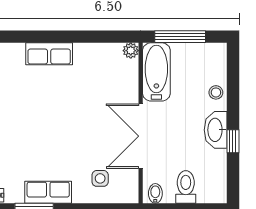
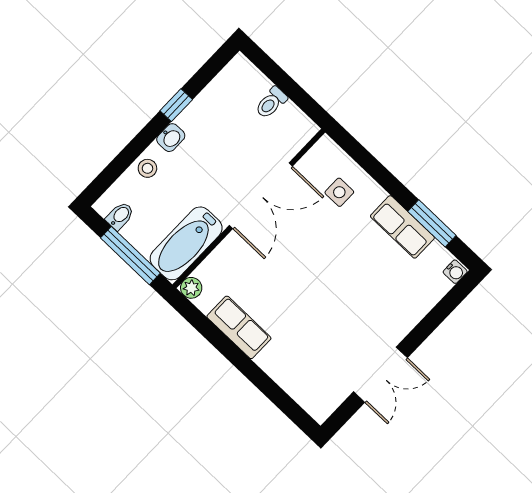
row of seats: (49, 54) -> (239, 327), moved
washbasin: (216, 130) -> (171, 138), width x0.52, depth x0.69
toilet: (186, 187) -> (271, 103), width x0.73, depth x0.72
bidet: (155, 193) -> (120, 216), moved, turned 180

